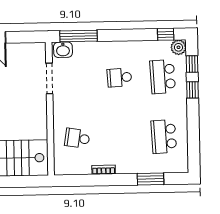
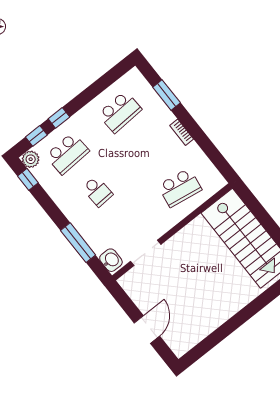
window: (79, 36) -> (78, 243), moved
school desk: (77, 138) -> (180, 188), width x1.85
bookcase: (104, 170) -> (182, 132), moved

